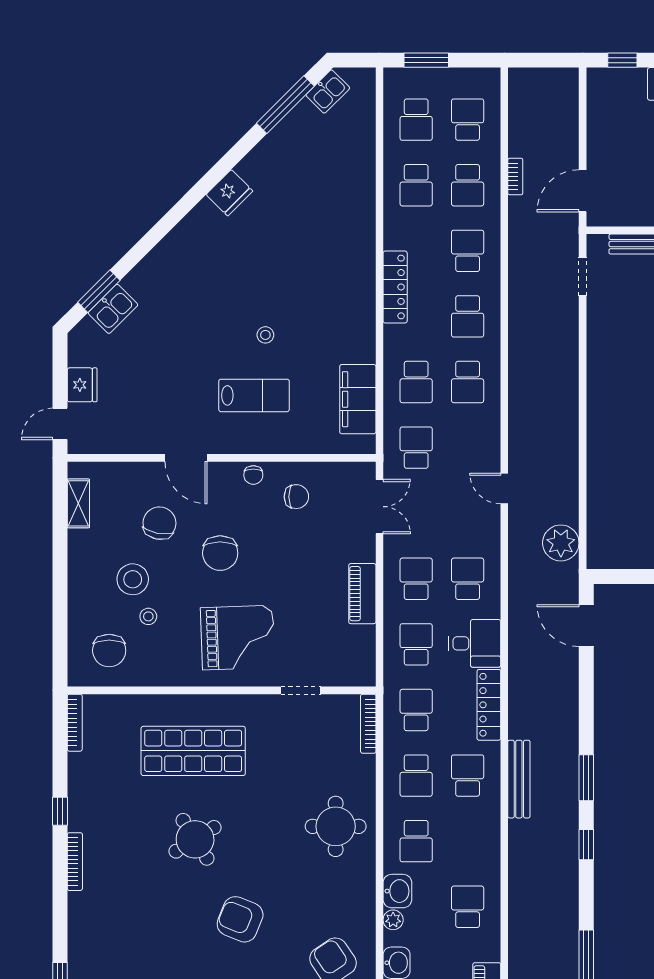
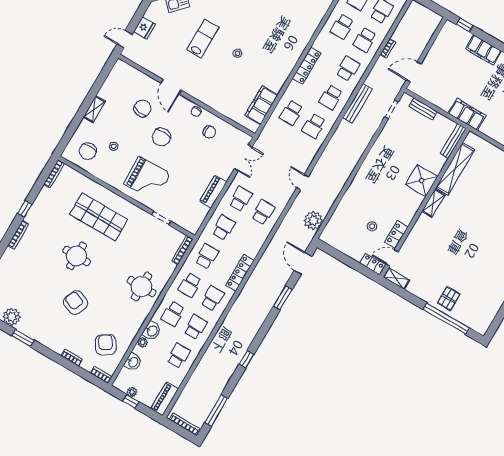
lab bench: (254, 395) -> (203, 39), moved, turned -90
school desk: (416, 448) -> (195, 327), moved
shelving: (78, 503) -> (94, 109), moved
stool: (133, 579) -> (116, 126), removed
desk: (475, 643) -> (250, 242), removed
window: (586, 778) -> (283, 298), moved
bench: (519, 779) -> (358, 103), moved
round table: (195, 839) -> (77, 256), turned 32

